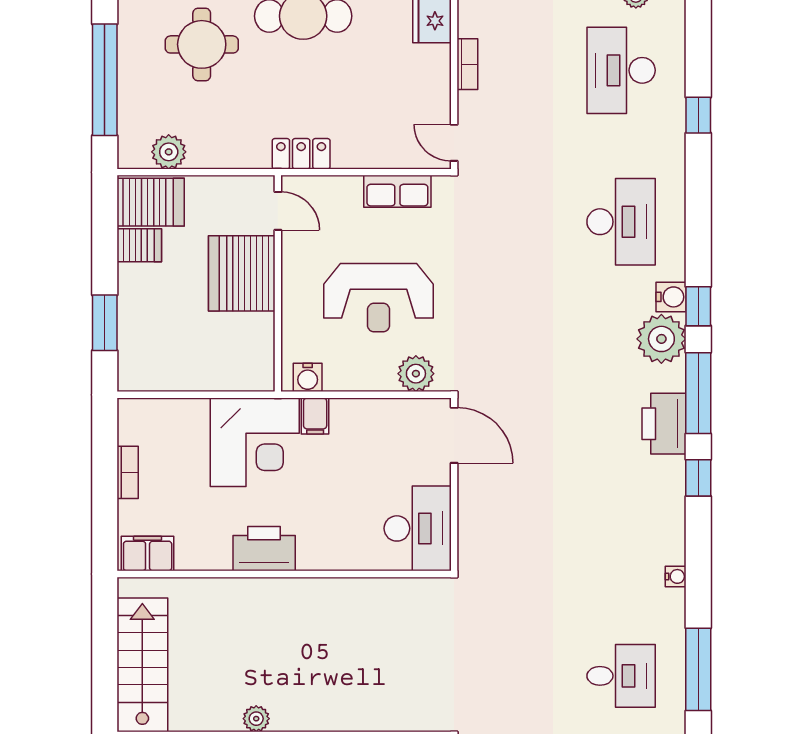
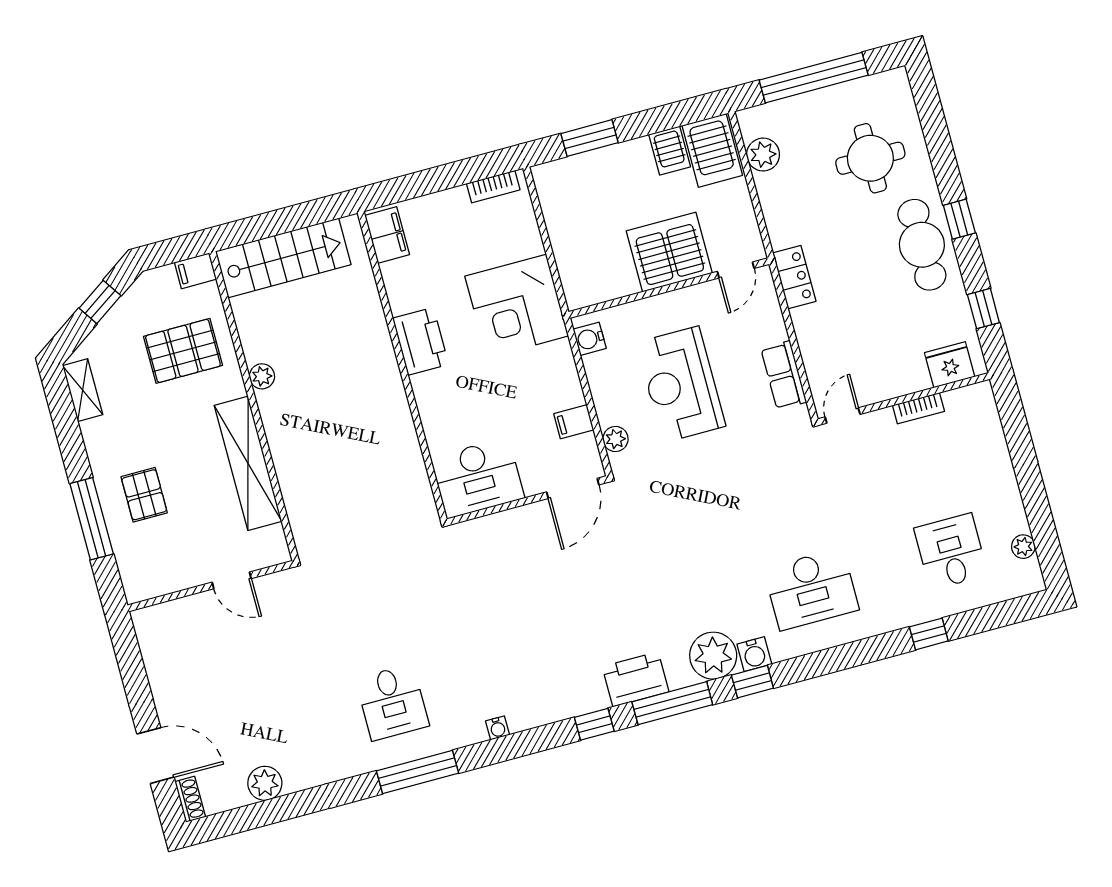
desk: (621, 70) -> (951, 552), width x0.73
plant: (416, 374) -> (615, 439), width x0.73, depth x0.73
filing cabinet: (315, 416) -> (574, 422), moved
bookcase: (128, 472) -> (493, 187), moved

